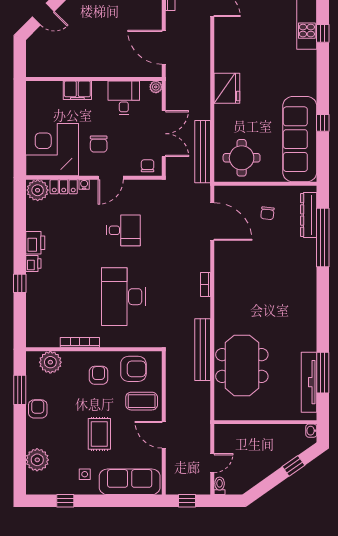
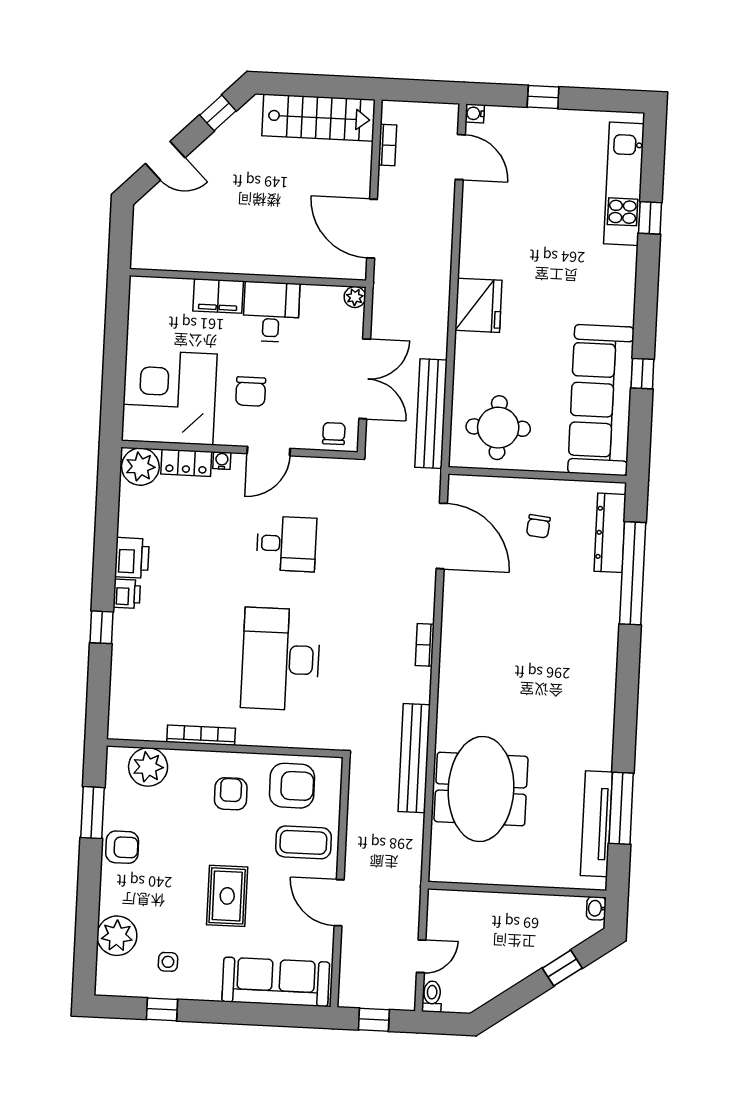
desk: (124, 98) -> (271, 312), moved
armchair: (38, 409) -> (122, 847), turned 90
side table: (85, 474) -> (168, 962), moved

